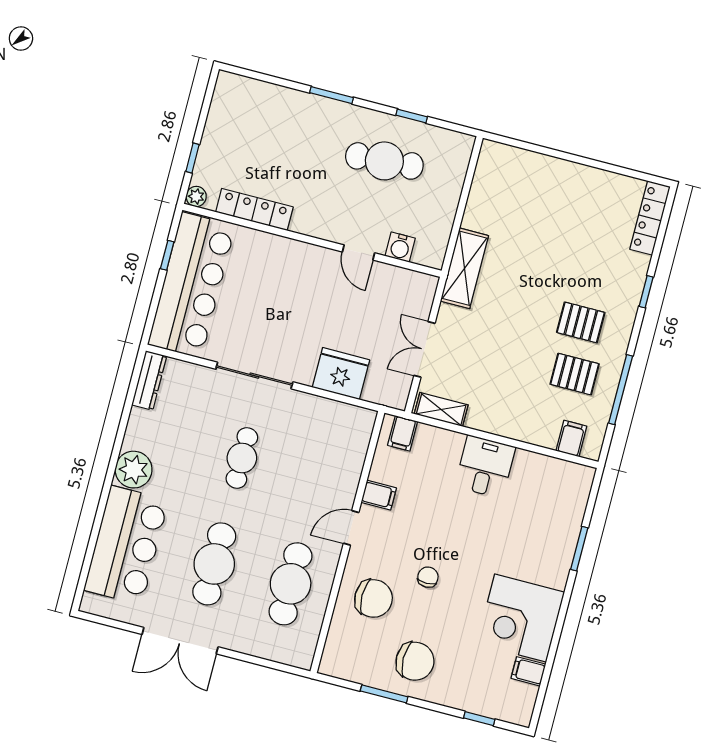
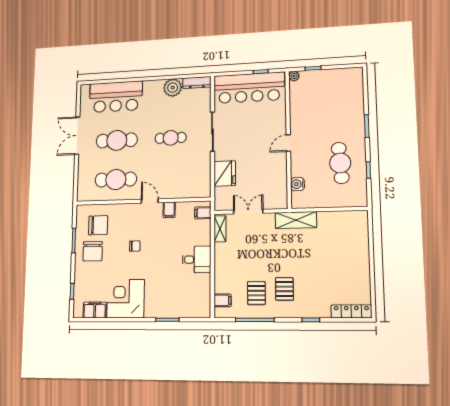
locker: (254, 209) -> (296, 106), removed
door: (358, 252) -> (288, 143), moved
plant: (134, 470) -> (173, 88), moved
chair: (374, 598) -> (98, 225), moved, turned -90
filing cabinet: (528, 671) -> (95, 310), width x2.00

